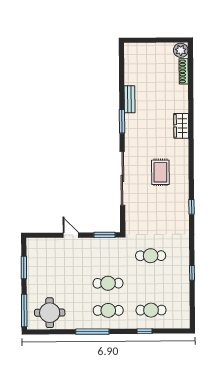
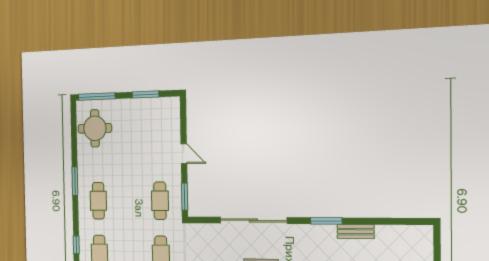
door: (71, 235) -> (184, 154), hinge flipped
cafe table: (108, 283) -> (160, 201), moved
window: (92, 332) -> (75, 181), width x0.69

